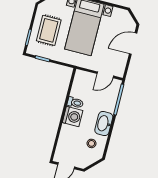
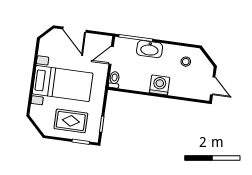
door: (105, 75) -> (111, 55), swing flipped
toilet: (75, 103) -> (114, 80), moved
washbasin: (104, 124) -> (150, 49), moved

